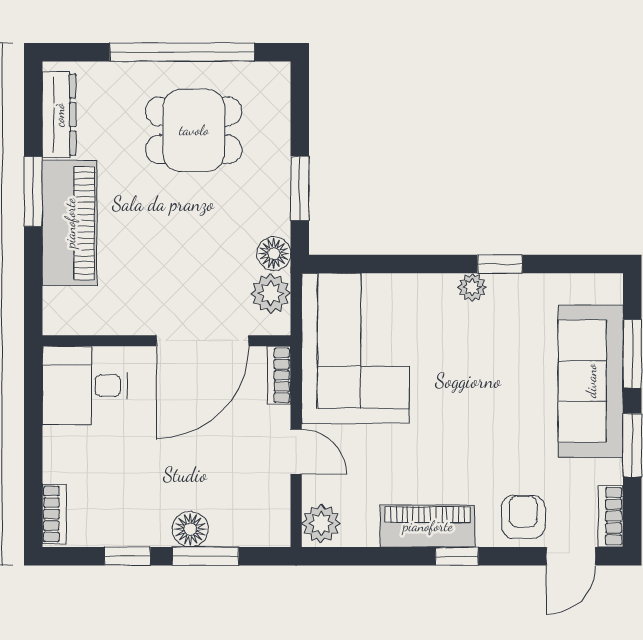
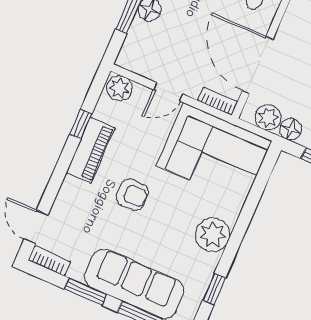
window: (500, 264) -> (214, 289), moved
plant: (472, 287) -> (213, 235), width x1.88, depth x1.88
armchair: (523, 517) -> (132, 195), moved
window: (457, 556) -> (81, 124), moved

